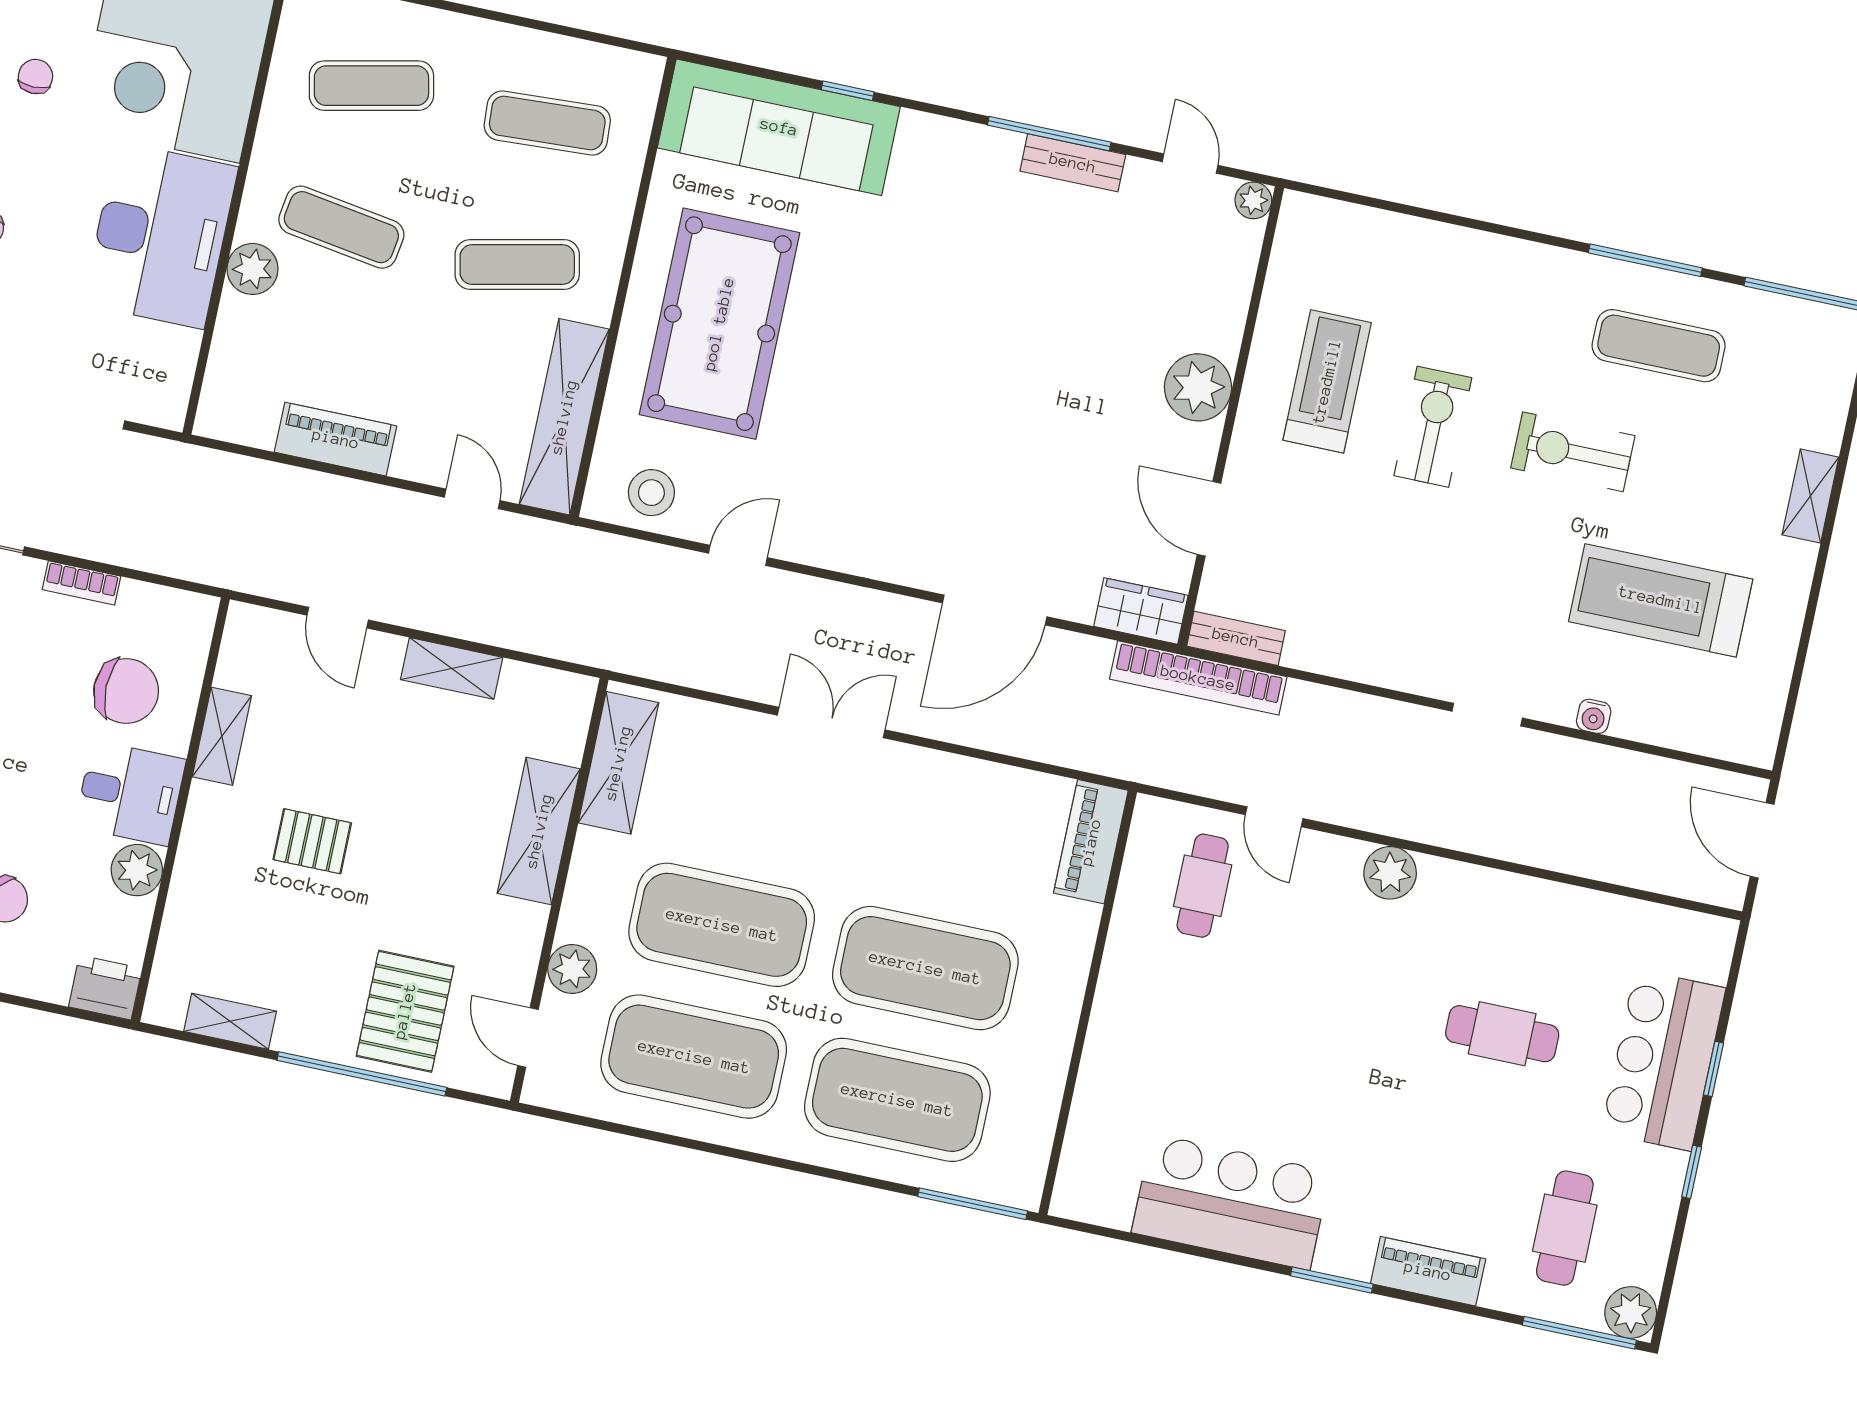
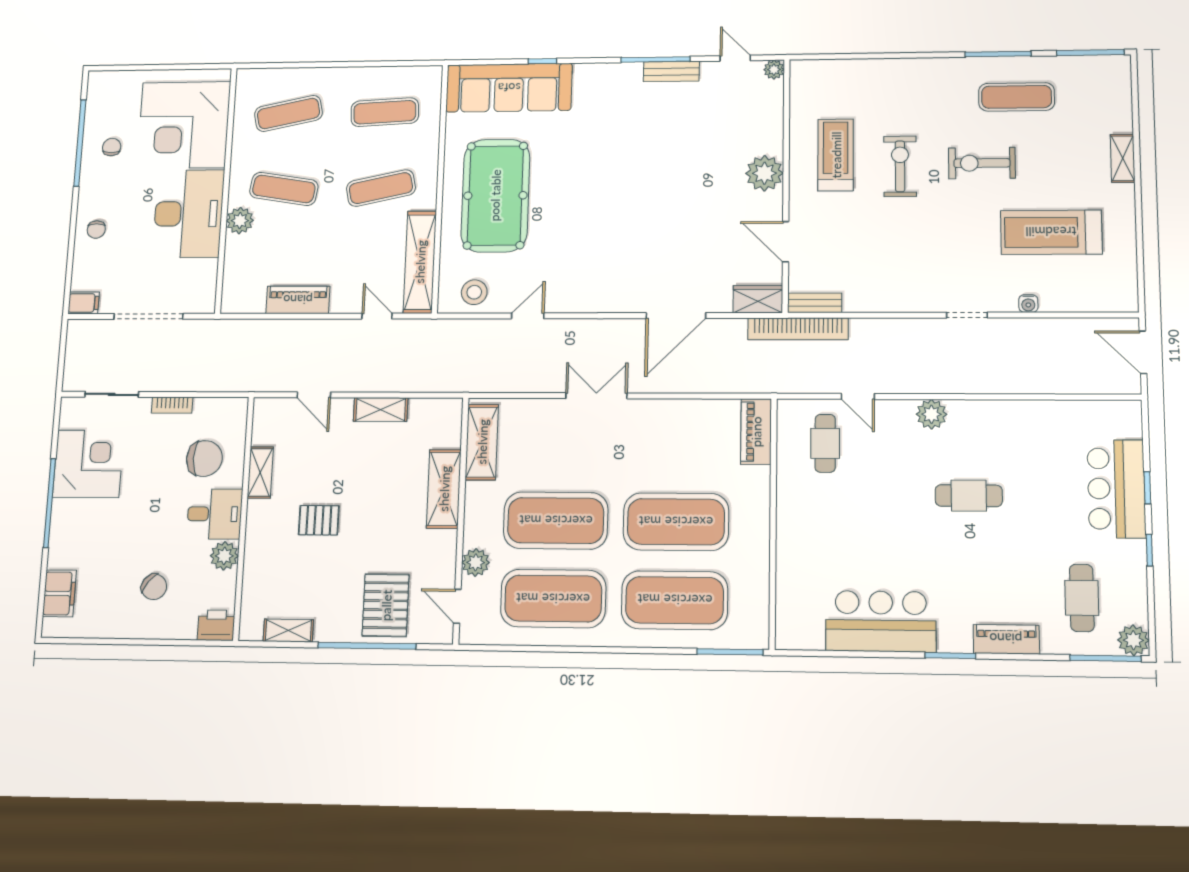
cafe table: (1502, 1034) -> (969, 496), moved

